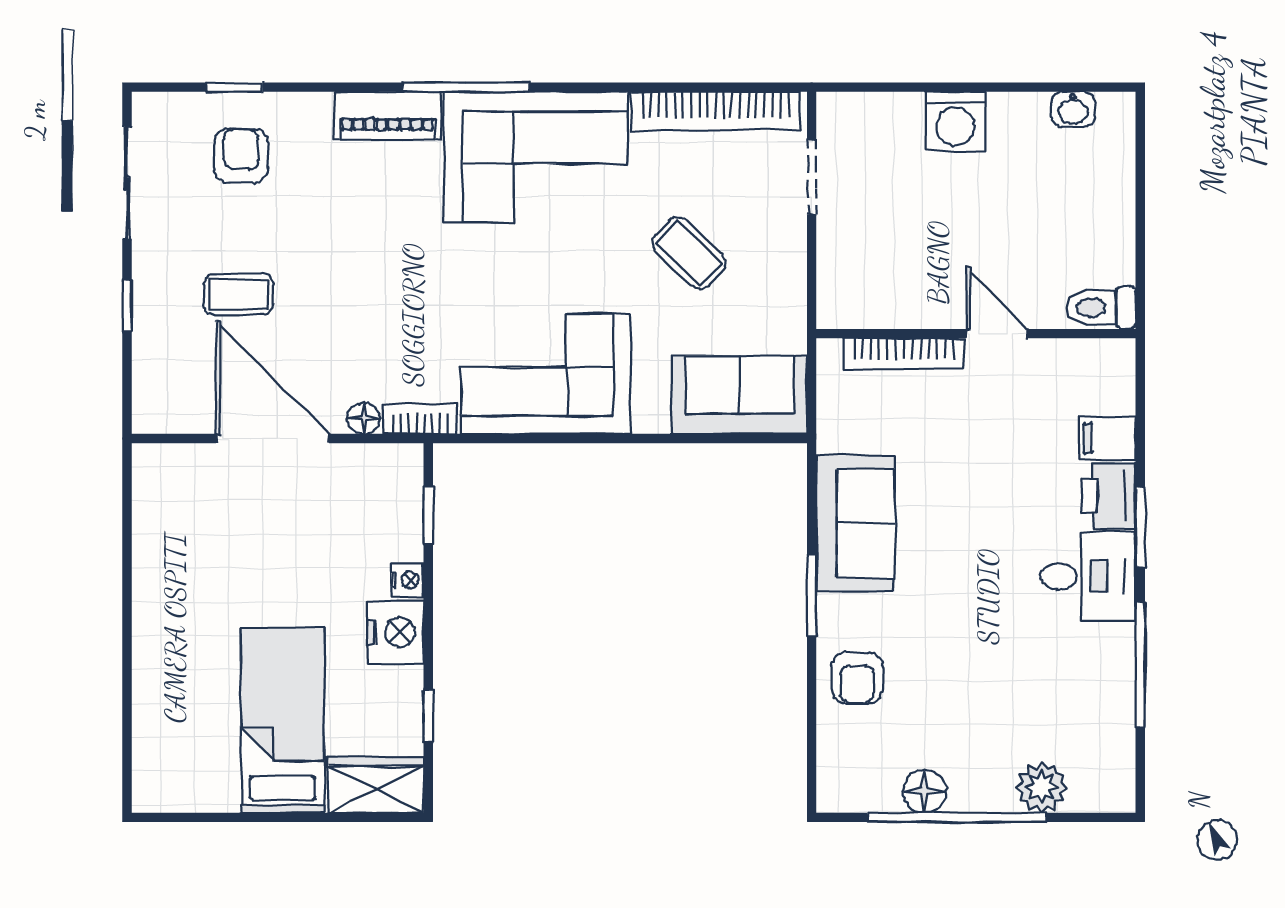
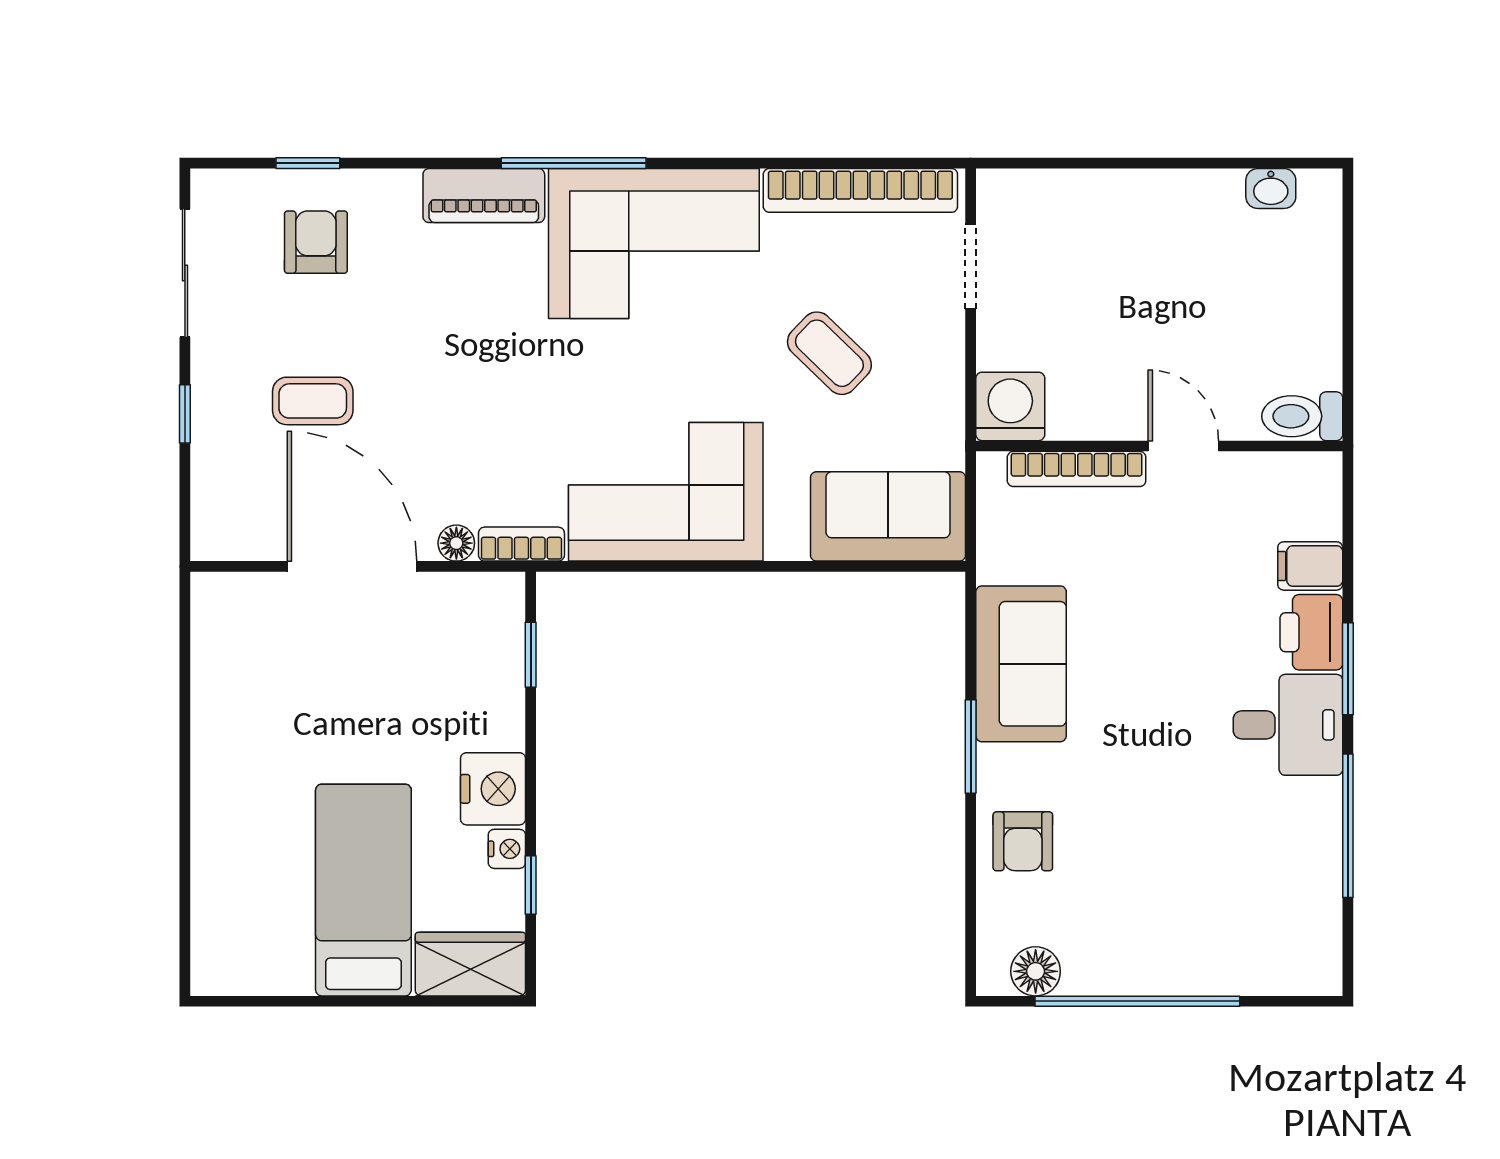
washing machine: (955, 122) -> (1010, 406), moved, turned 180
nightstand: (408, 580) -> (507, 849), moved
plant: (1041, 787) -> (1234, 967), removed
floor lamp: (924, 791) -> (1036, 971), moved

